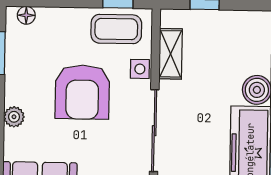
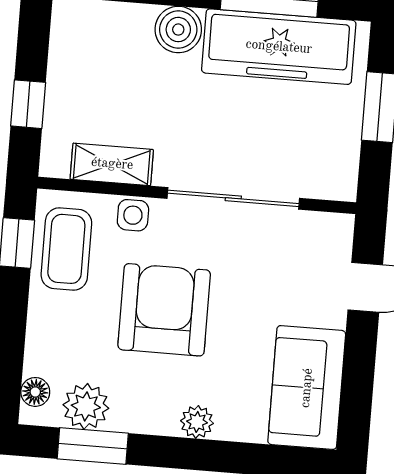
plant: (19, 47) -> (86, 406), added
armchair: (82, 92) -> (164, 310), turned -90

